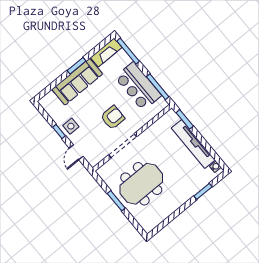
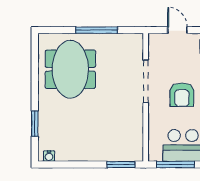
tv unit: (193, 144) -> (90, 153), removed
meeting table: (141, 184) -> (70, 69), moved
window: (116, 201) -> (97, 30), width x1.44

